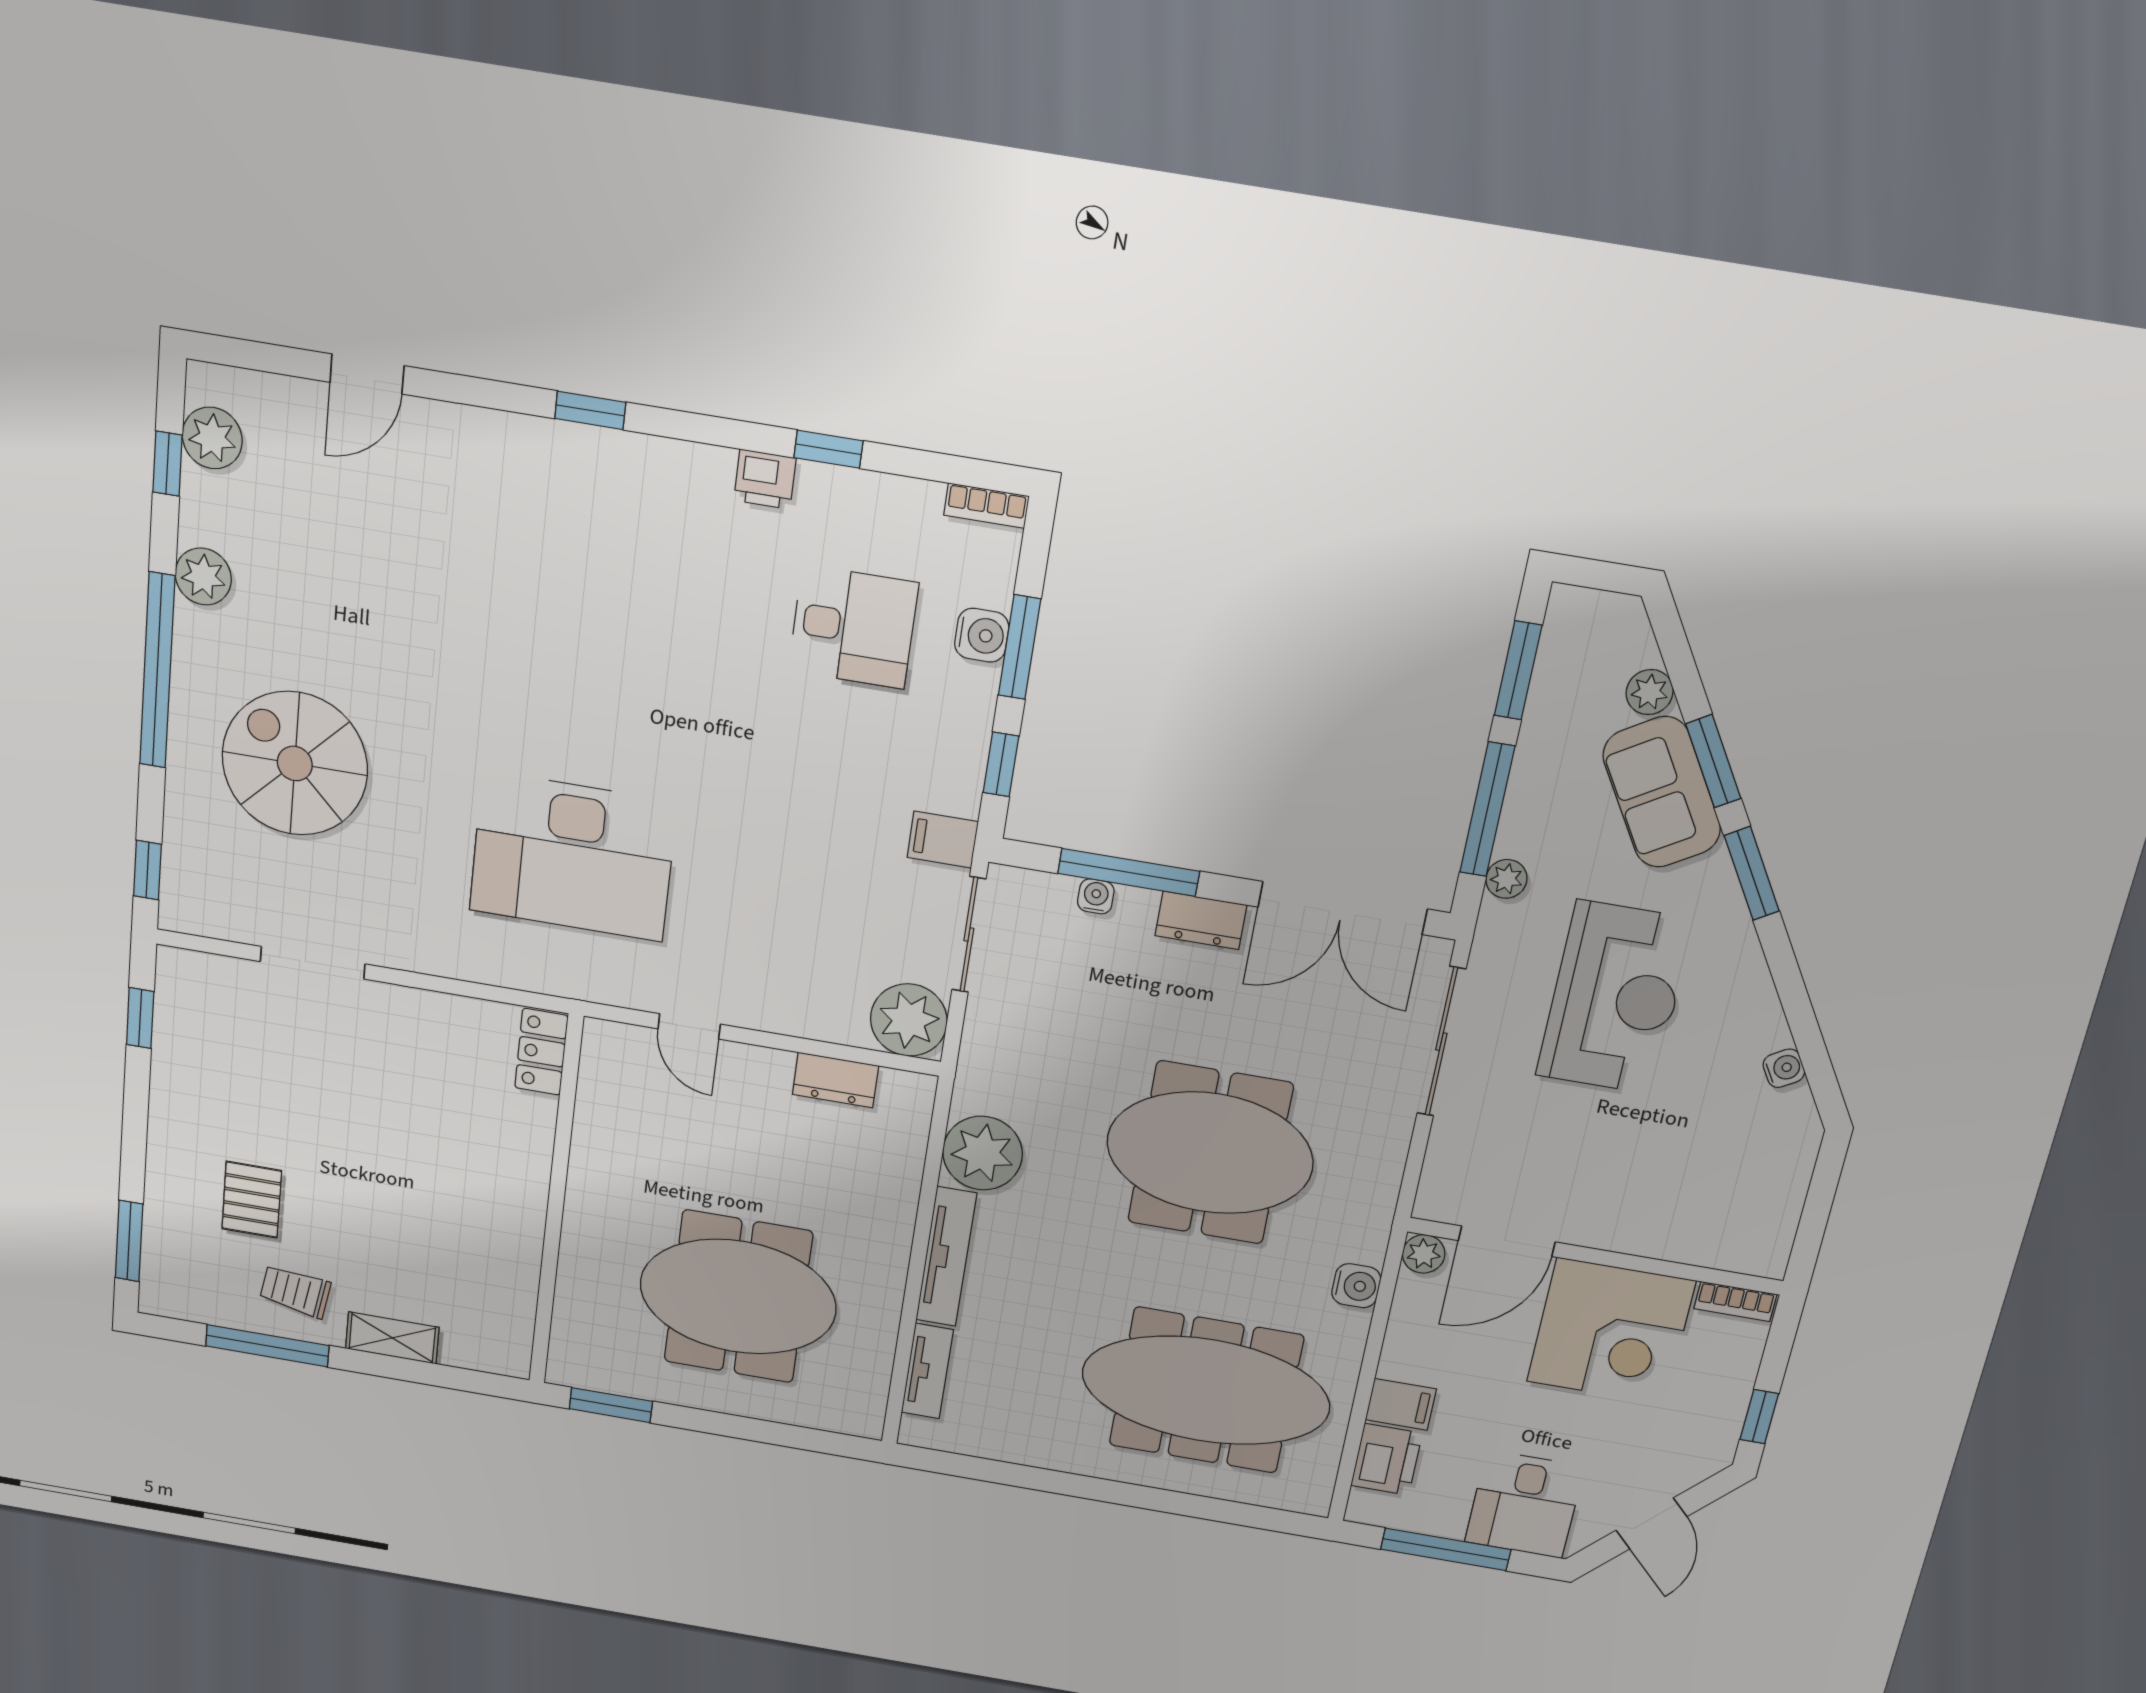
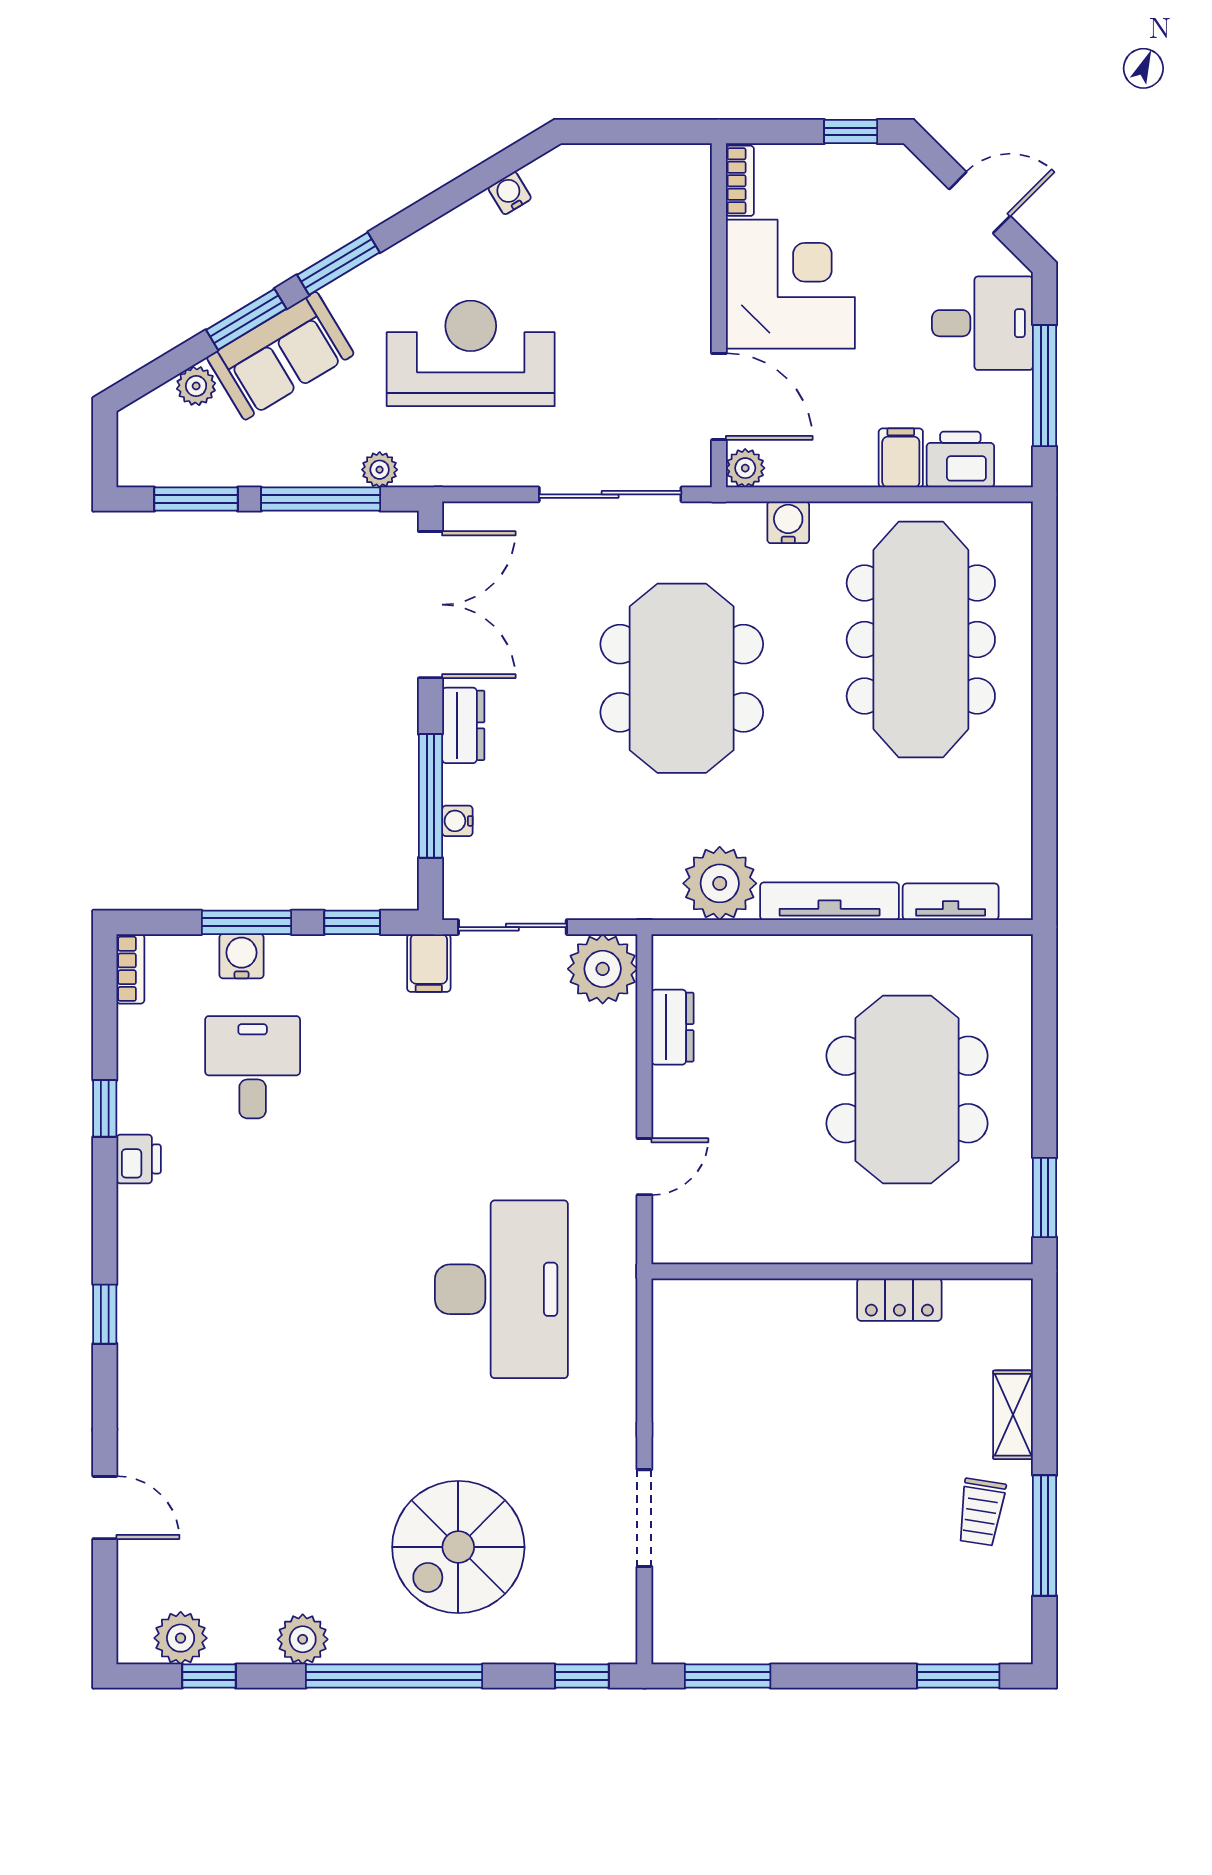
window: (140, 1018) -> (728, 1676), width x1.50
sliding door: (1441, 1042) -> (610, 494), moved
locker: (541, 1052) -> (899, 1300), moved
pallet: (252, 1200) -> (893, 1560), removed

